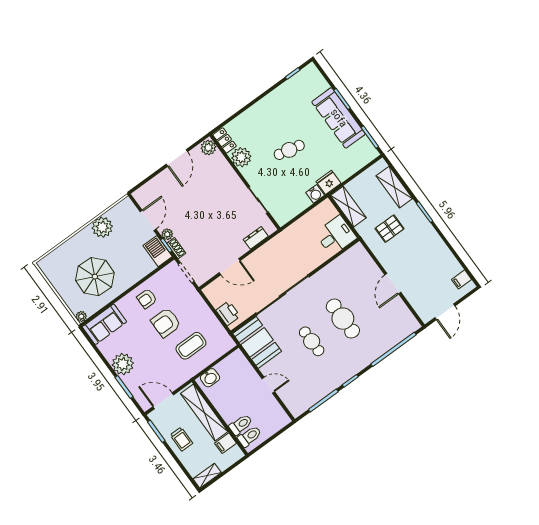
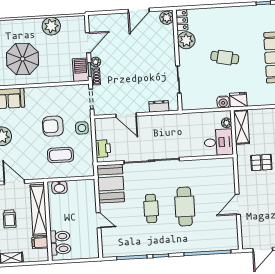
plant: (331, 212) -> (227, 123), added
armchair: (147, 299) -> (50, 100), removed
side table: (195, 306) -> (82, 128), added

